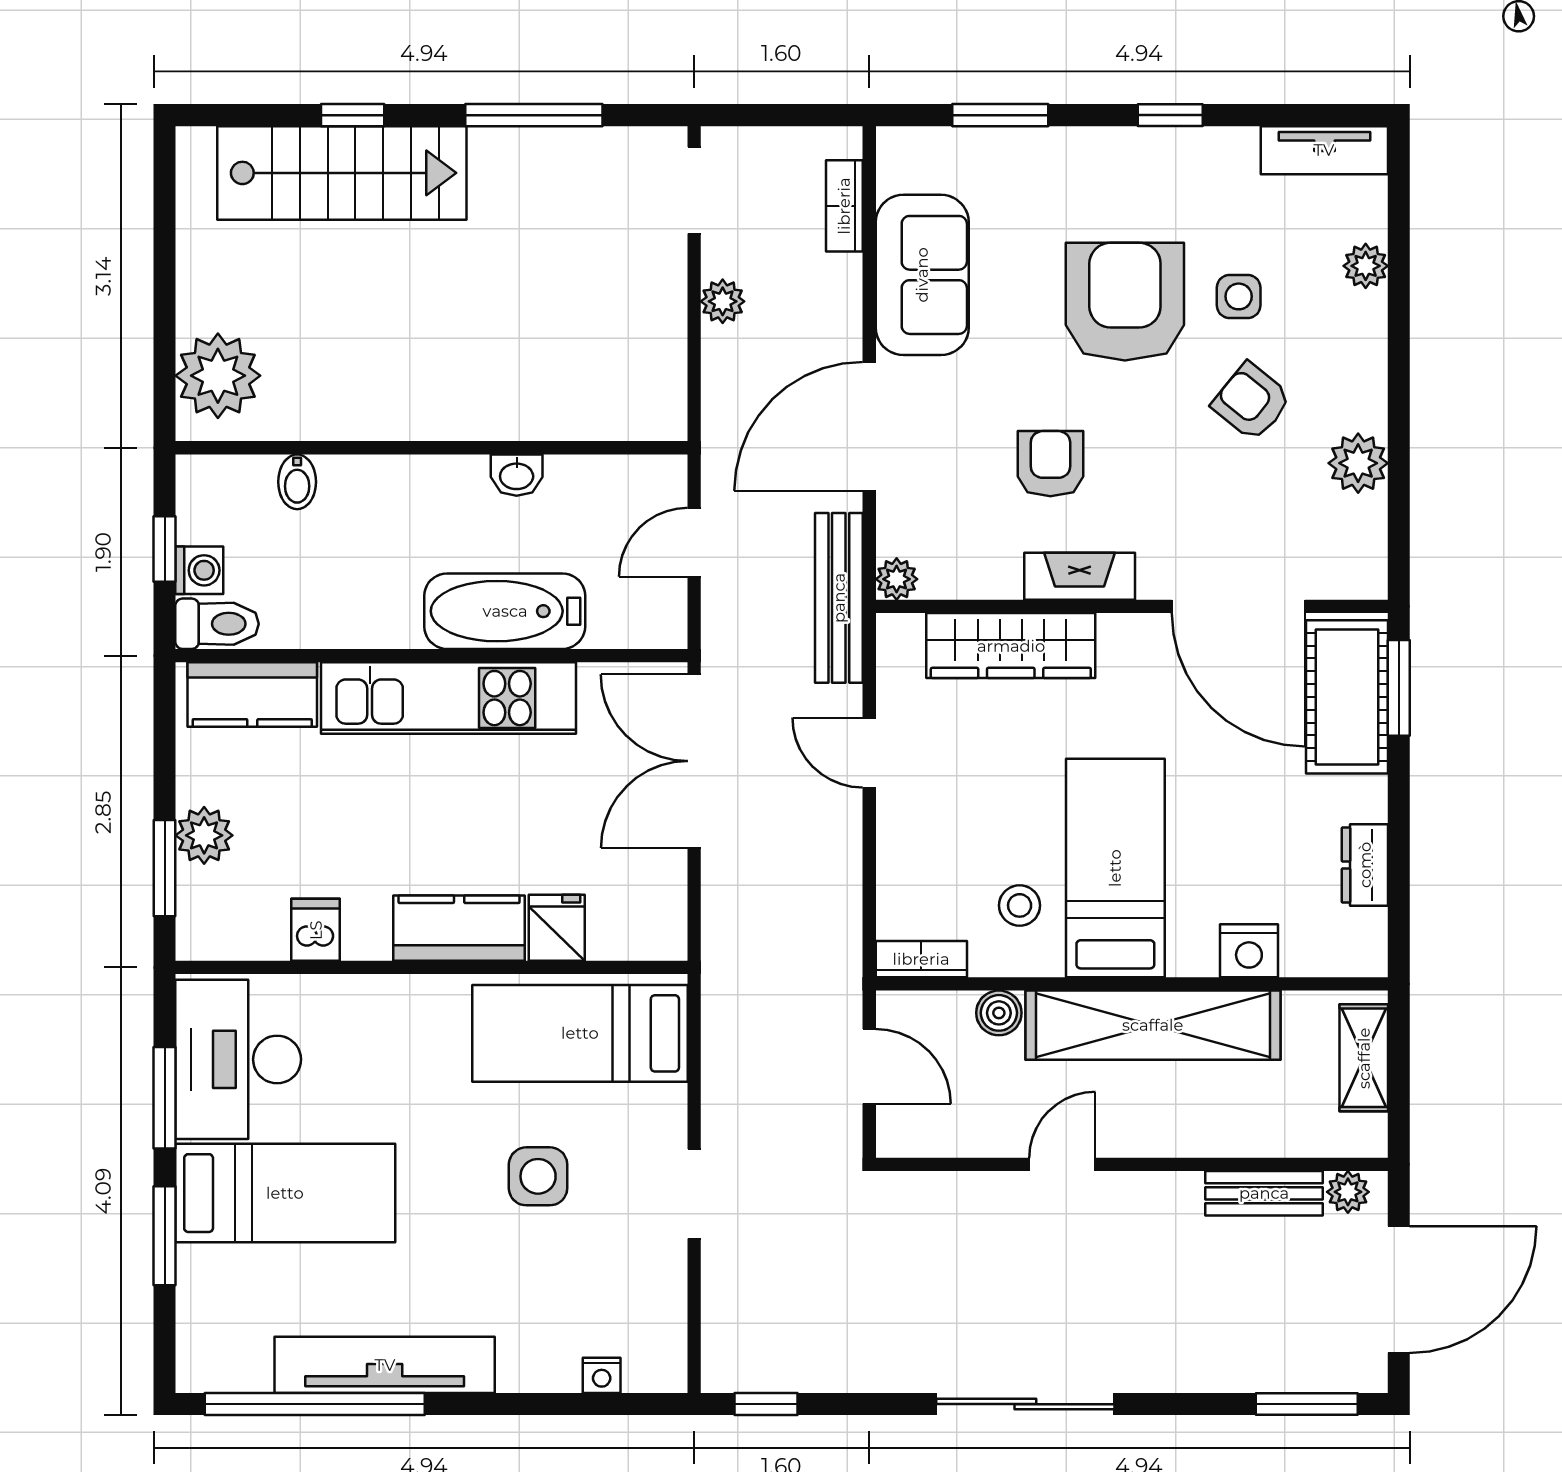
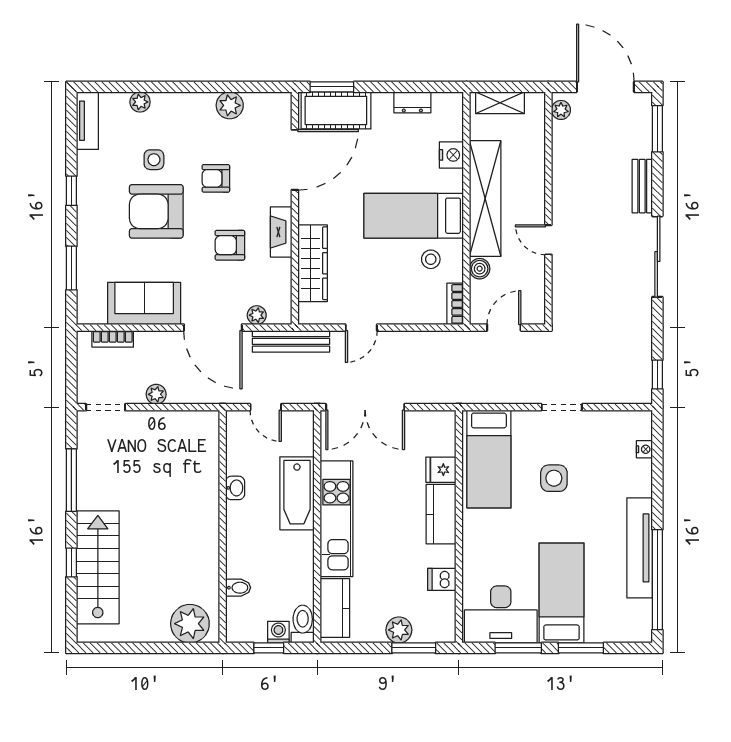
armchair: (1252, 402) -> (216, 178), moved, turned 51
plant: (897, 579) -> (257, 315), moved
bench: (1264, 1193) -> (642, 186), moved

